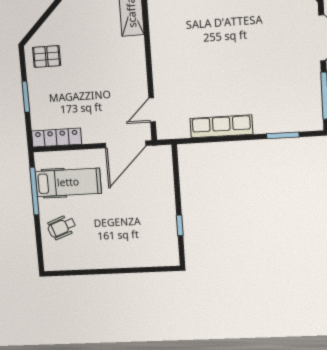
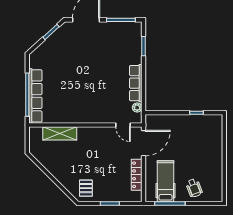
plant: (182, 131) -> (137, 108), added
locker: (57, 138) -> (137, 175), moved
door: (126, 144) -> (143, 143), hinge flipped

